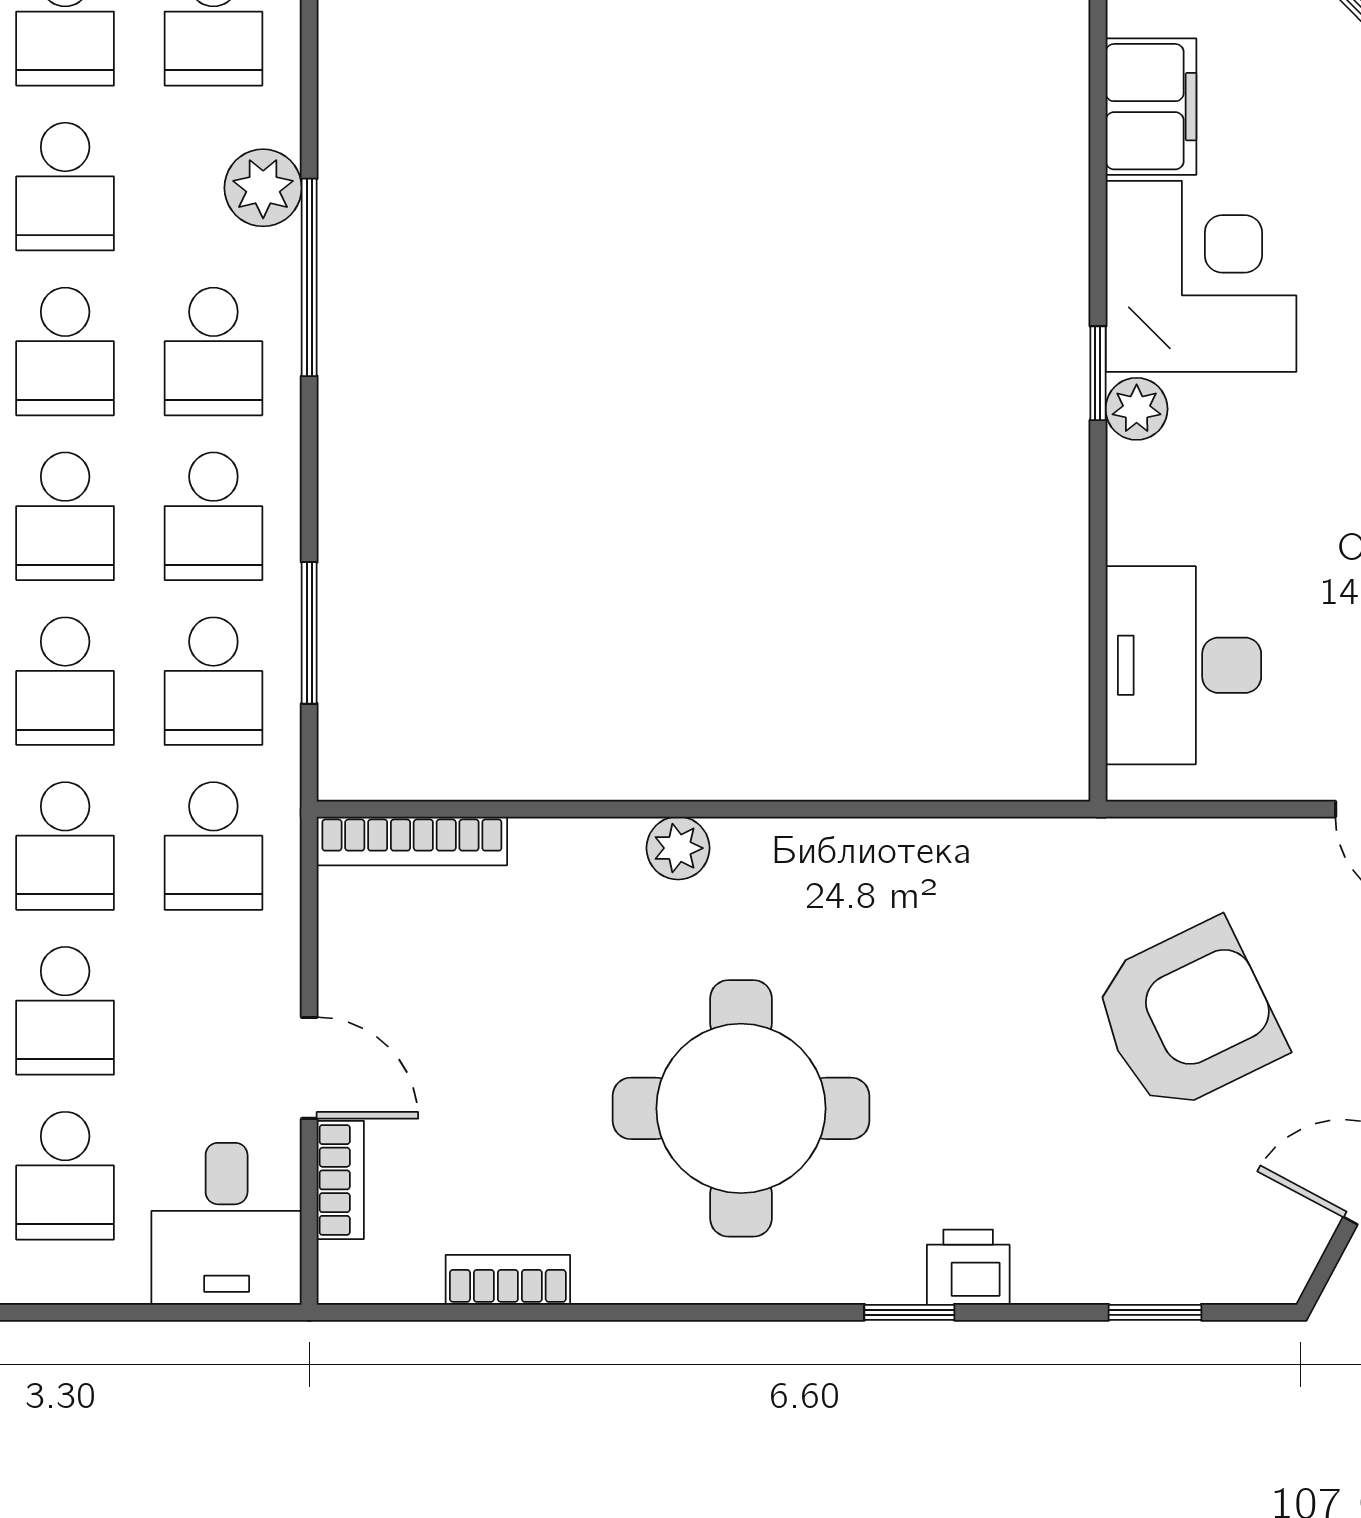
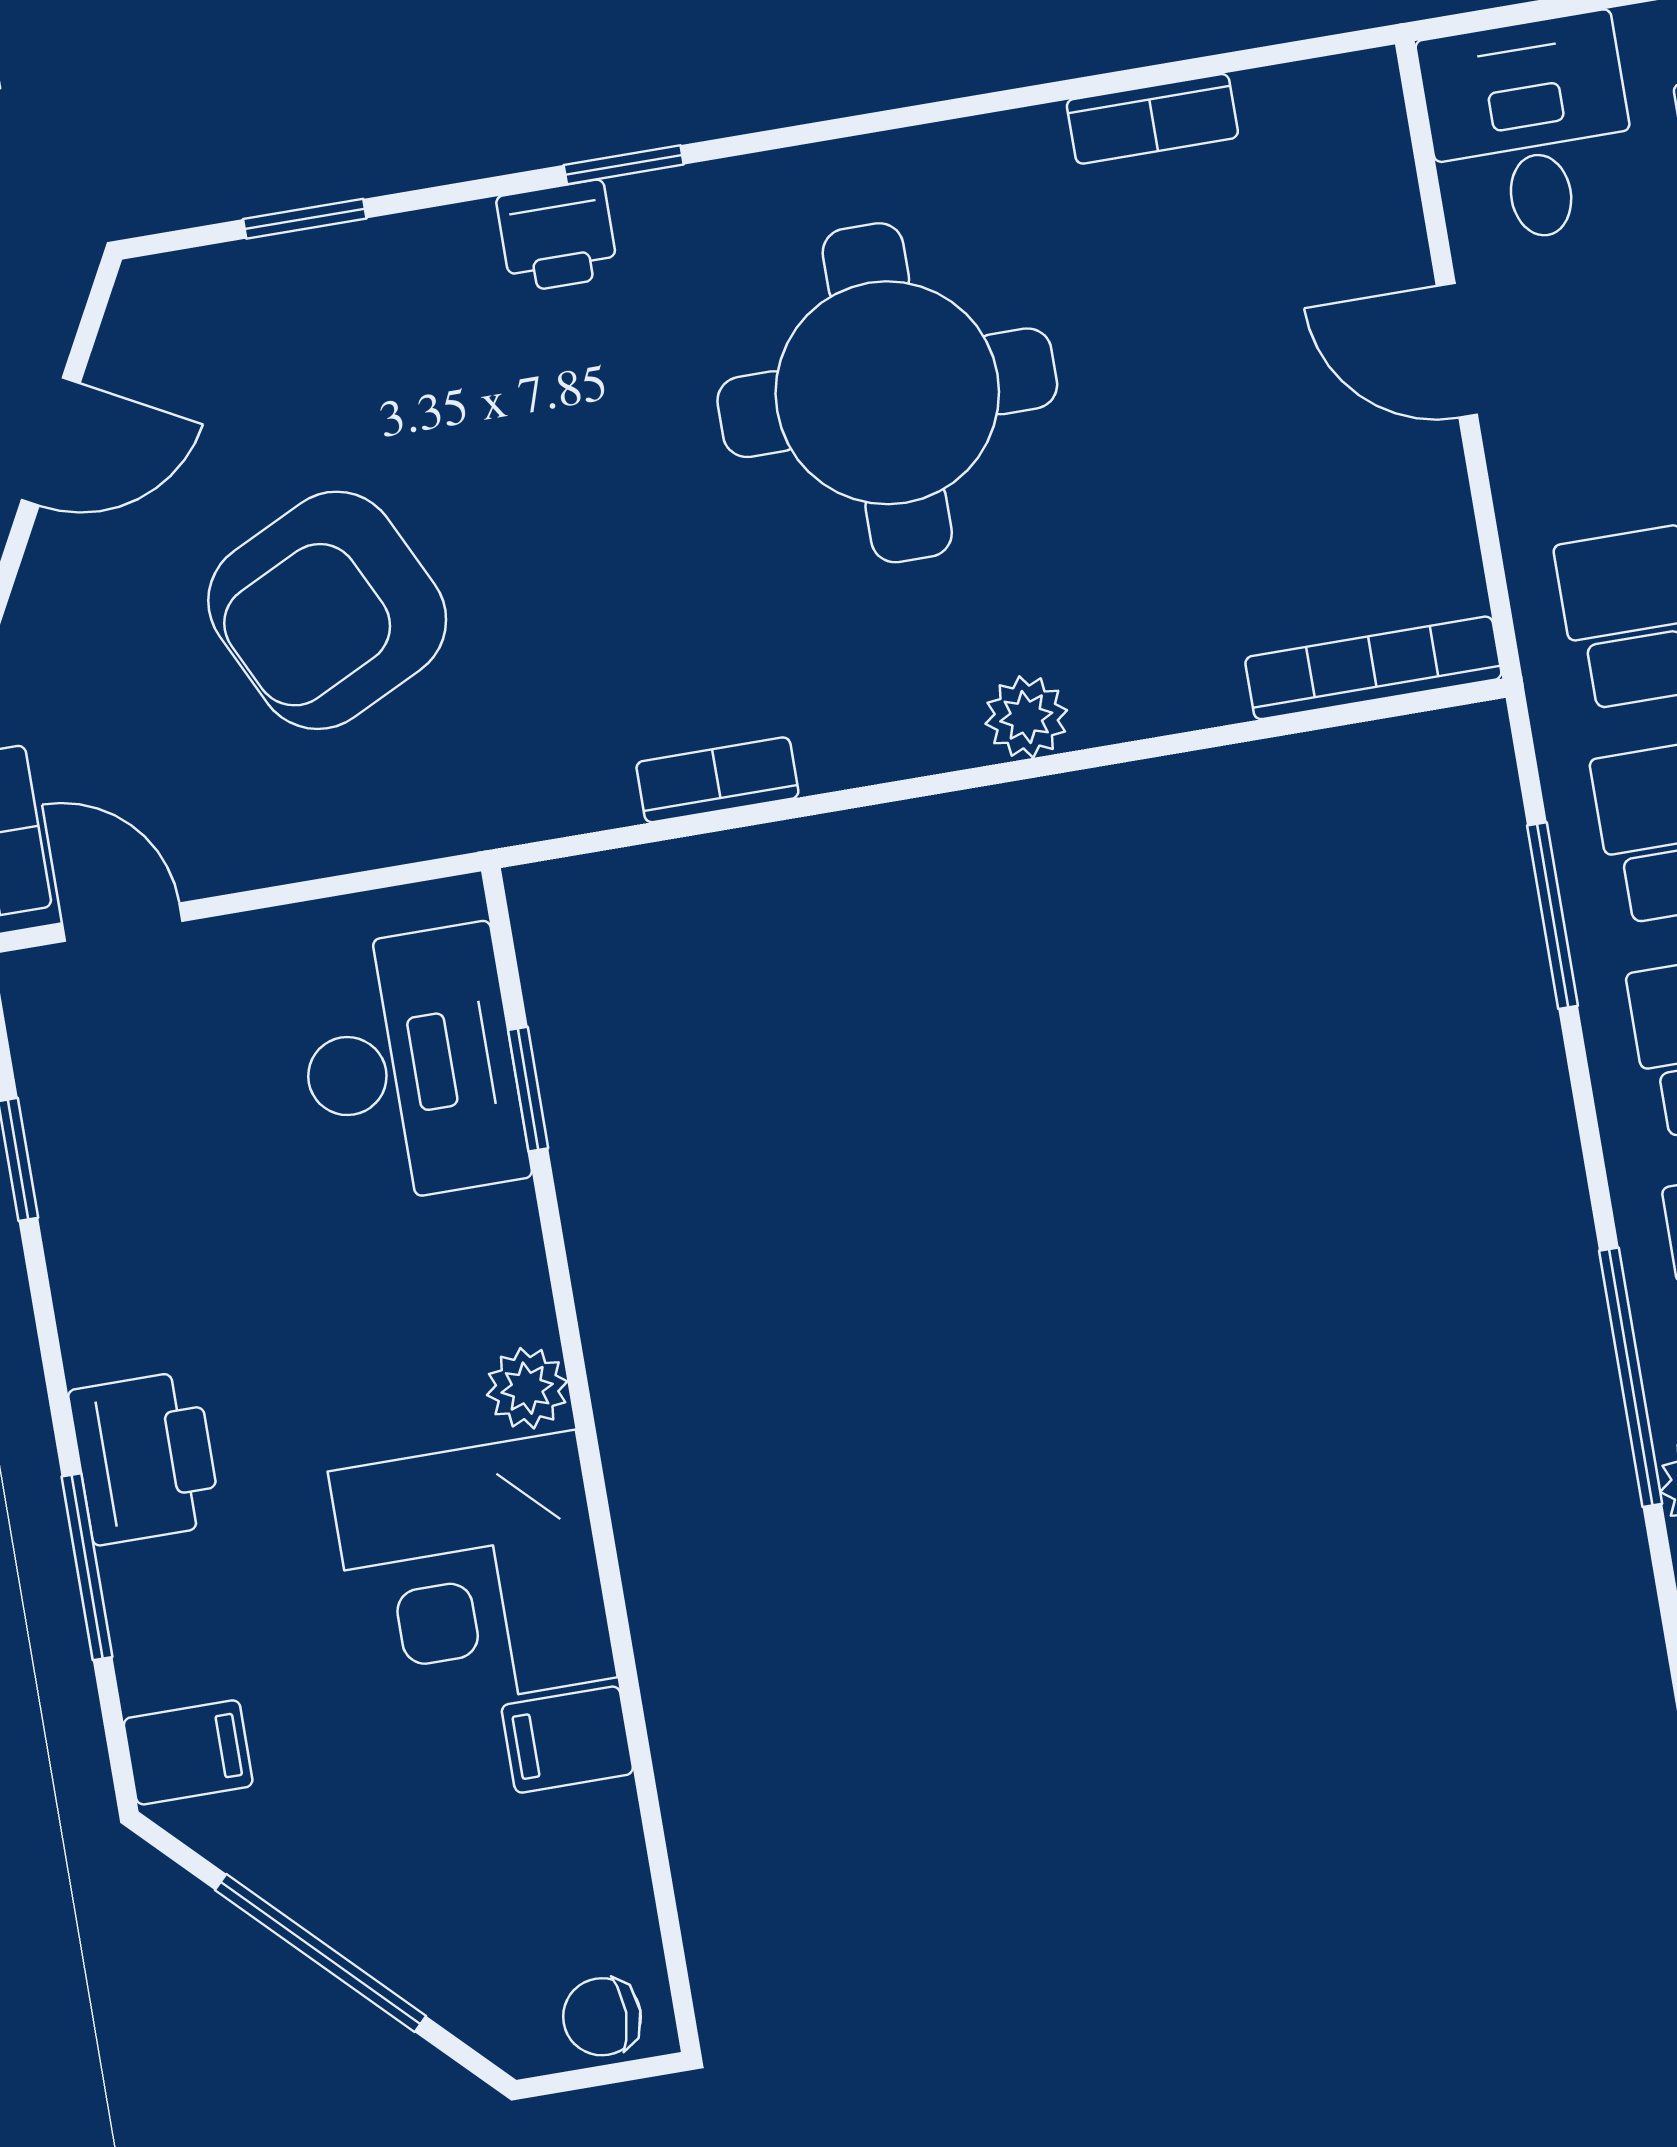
filing cabinet: (1151, 107) -> (567, 1740), width x0.50
window: (1098, 373) -> (528, 1089), moved
bookcase: (340, 1180) -> (717, 780), moved, turned 90

